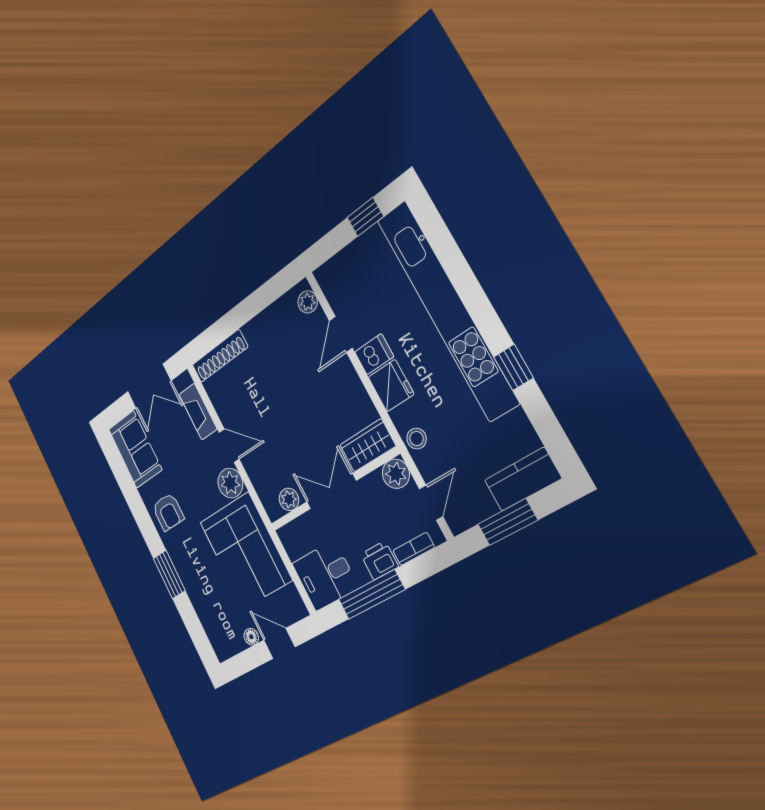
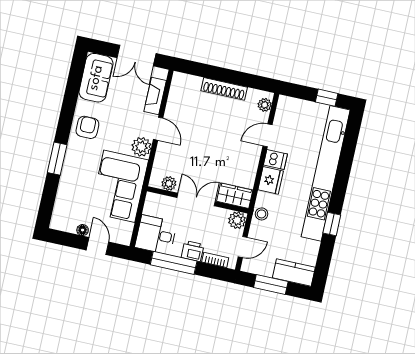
shoe rack: (220, 356) -> (224, 89), moved
armchair: (168, 512) -> (87, 127), turned 180

